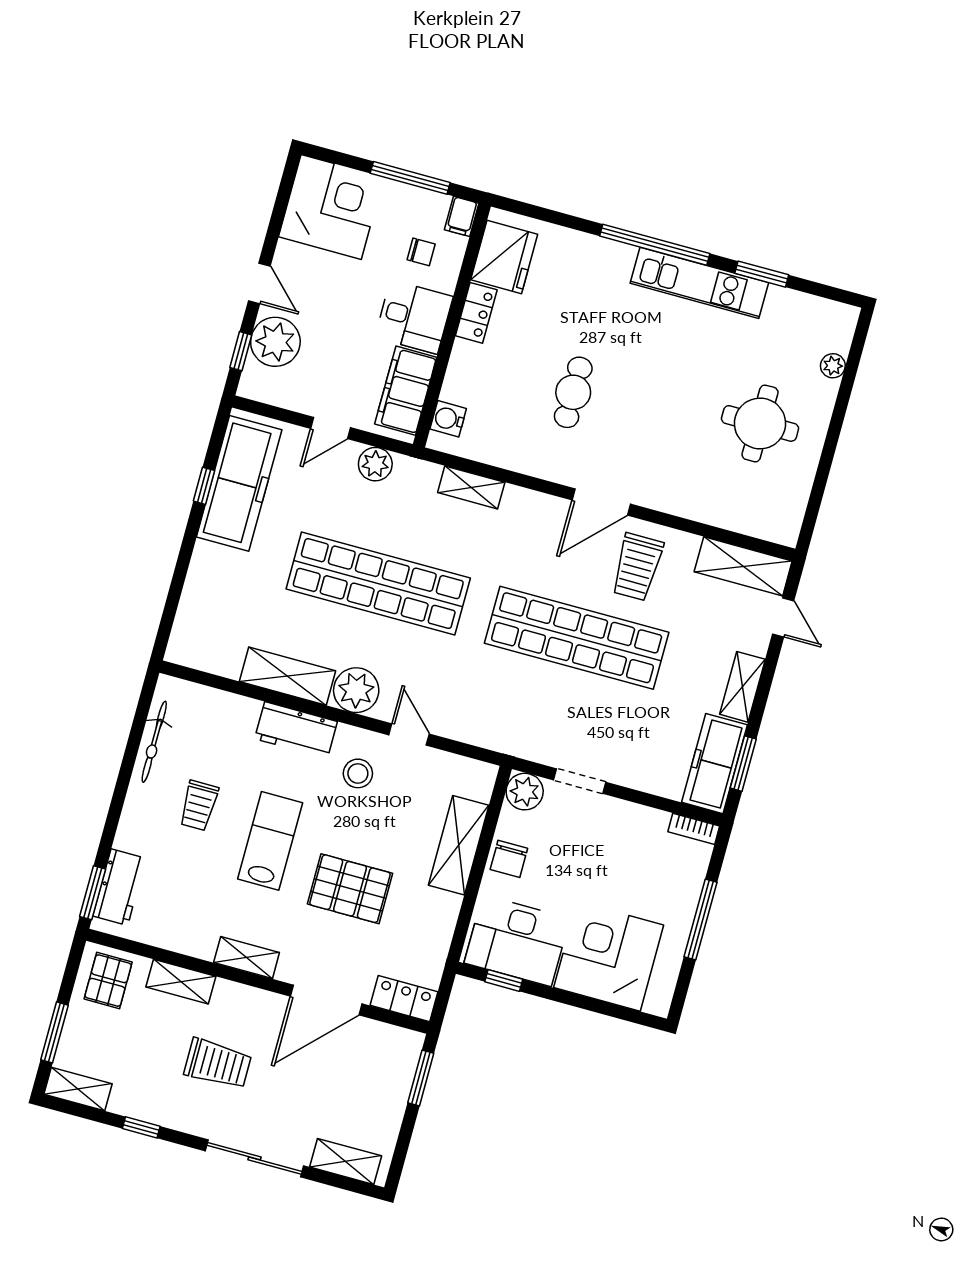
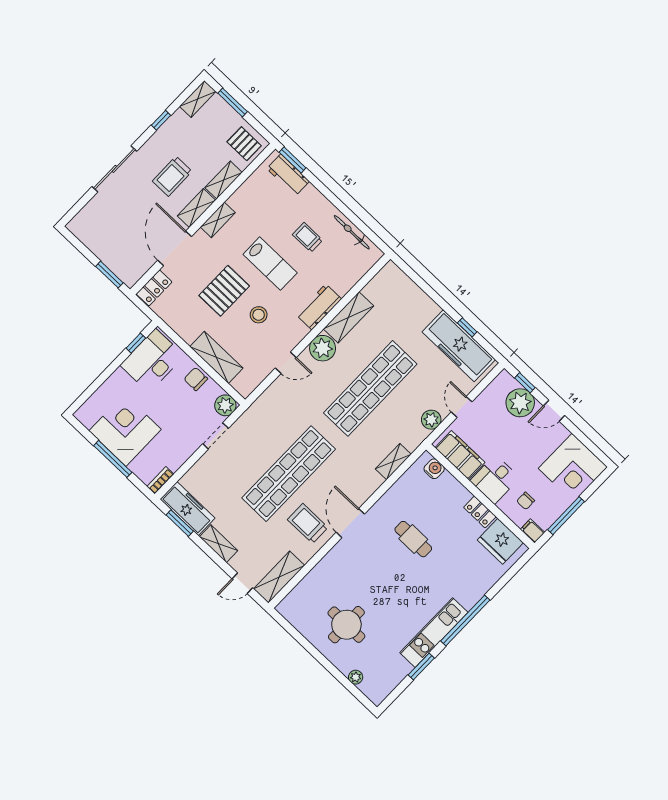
stool: (358, 773) -> (259, 315), moved
corner desk: (609, 956) -> (125, 430), moved, turned -90
shelving: (346, 1161) -> (196, 208), moved

